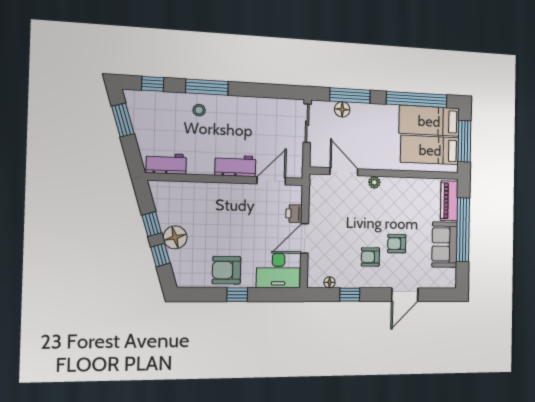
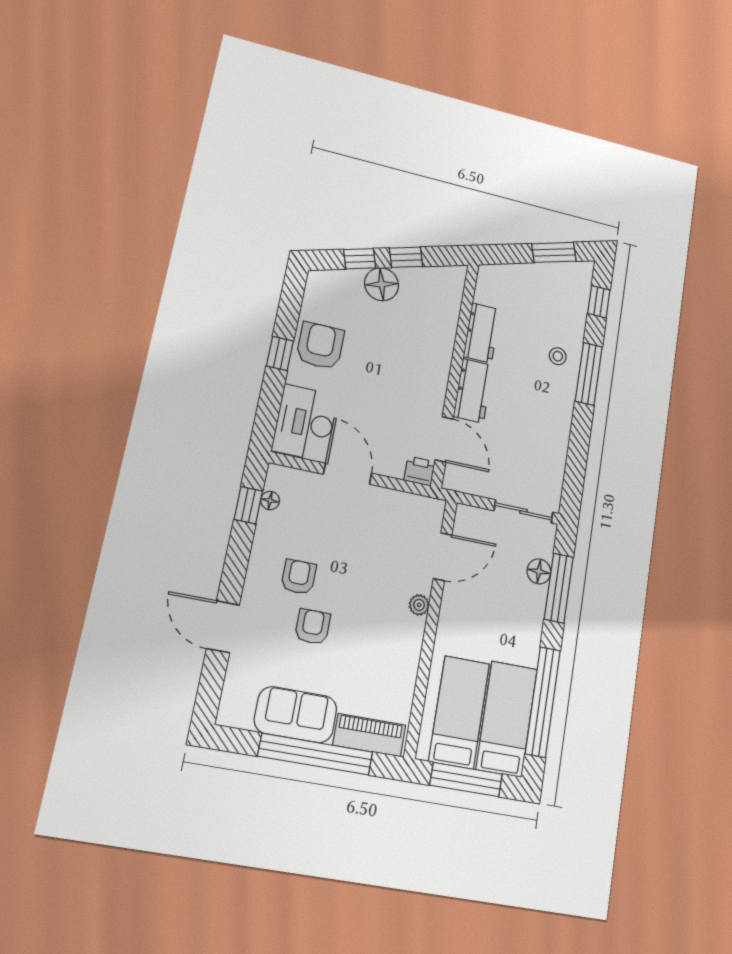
workbench: (166, 164) -> (482, 333), moved
printer: (294, 214) -> (419, 471), moved
window: (350, 295) -> (248, 505), moved

